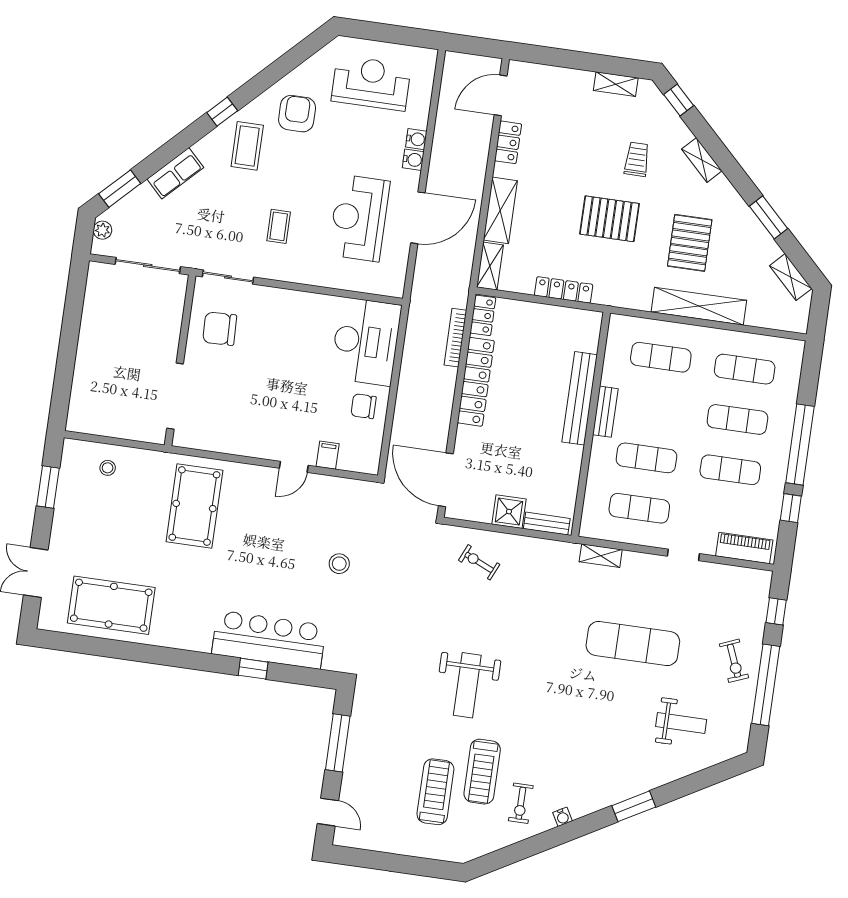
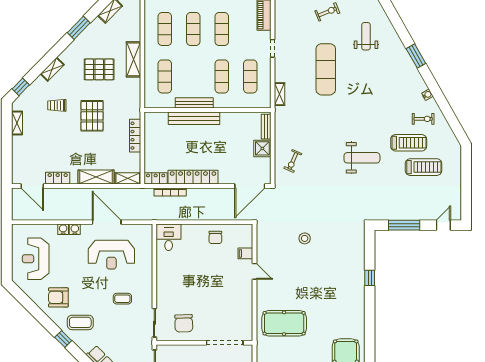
shelving: (699, 306) -> (133, 59), width x0.68
desk: (366, 342) -> (169, 237), width x0.53, depth x0.77
bench: (605, 412) -> (194, 103), width x1.36
bar counter: (269, 640) -> (352, 271), removed
treadmill: (435, 792) -> (424, 167), turned 180

